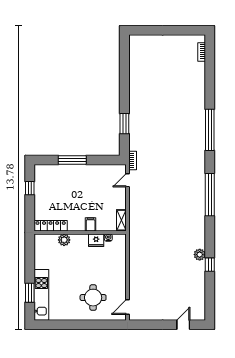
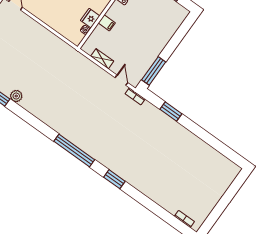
window: (210, 130) -> (114, 179), width x0.47
window: (72, 160) -> (154, 71), moved
window: (210, 195) -> (74, 150), moved
shelving: (121, 220) -> (102, 59), moved

